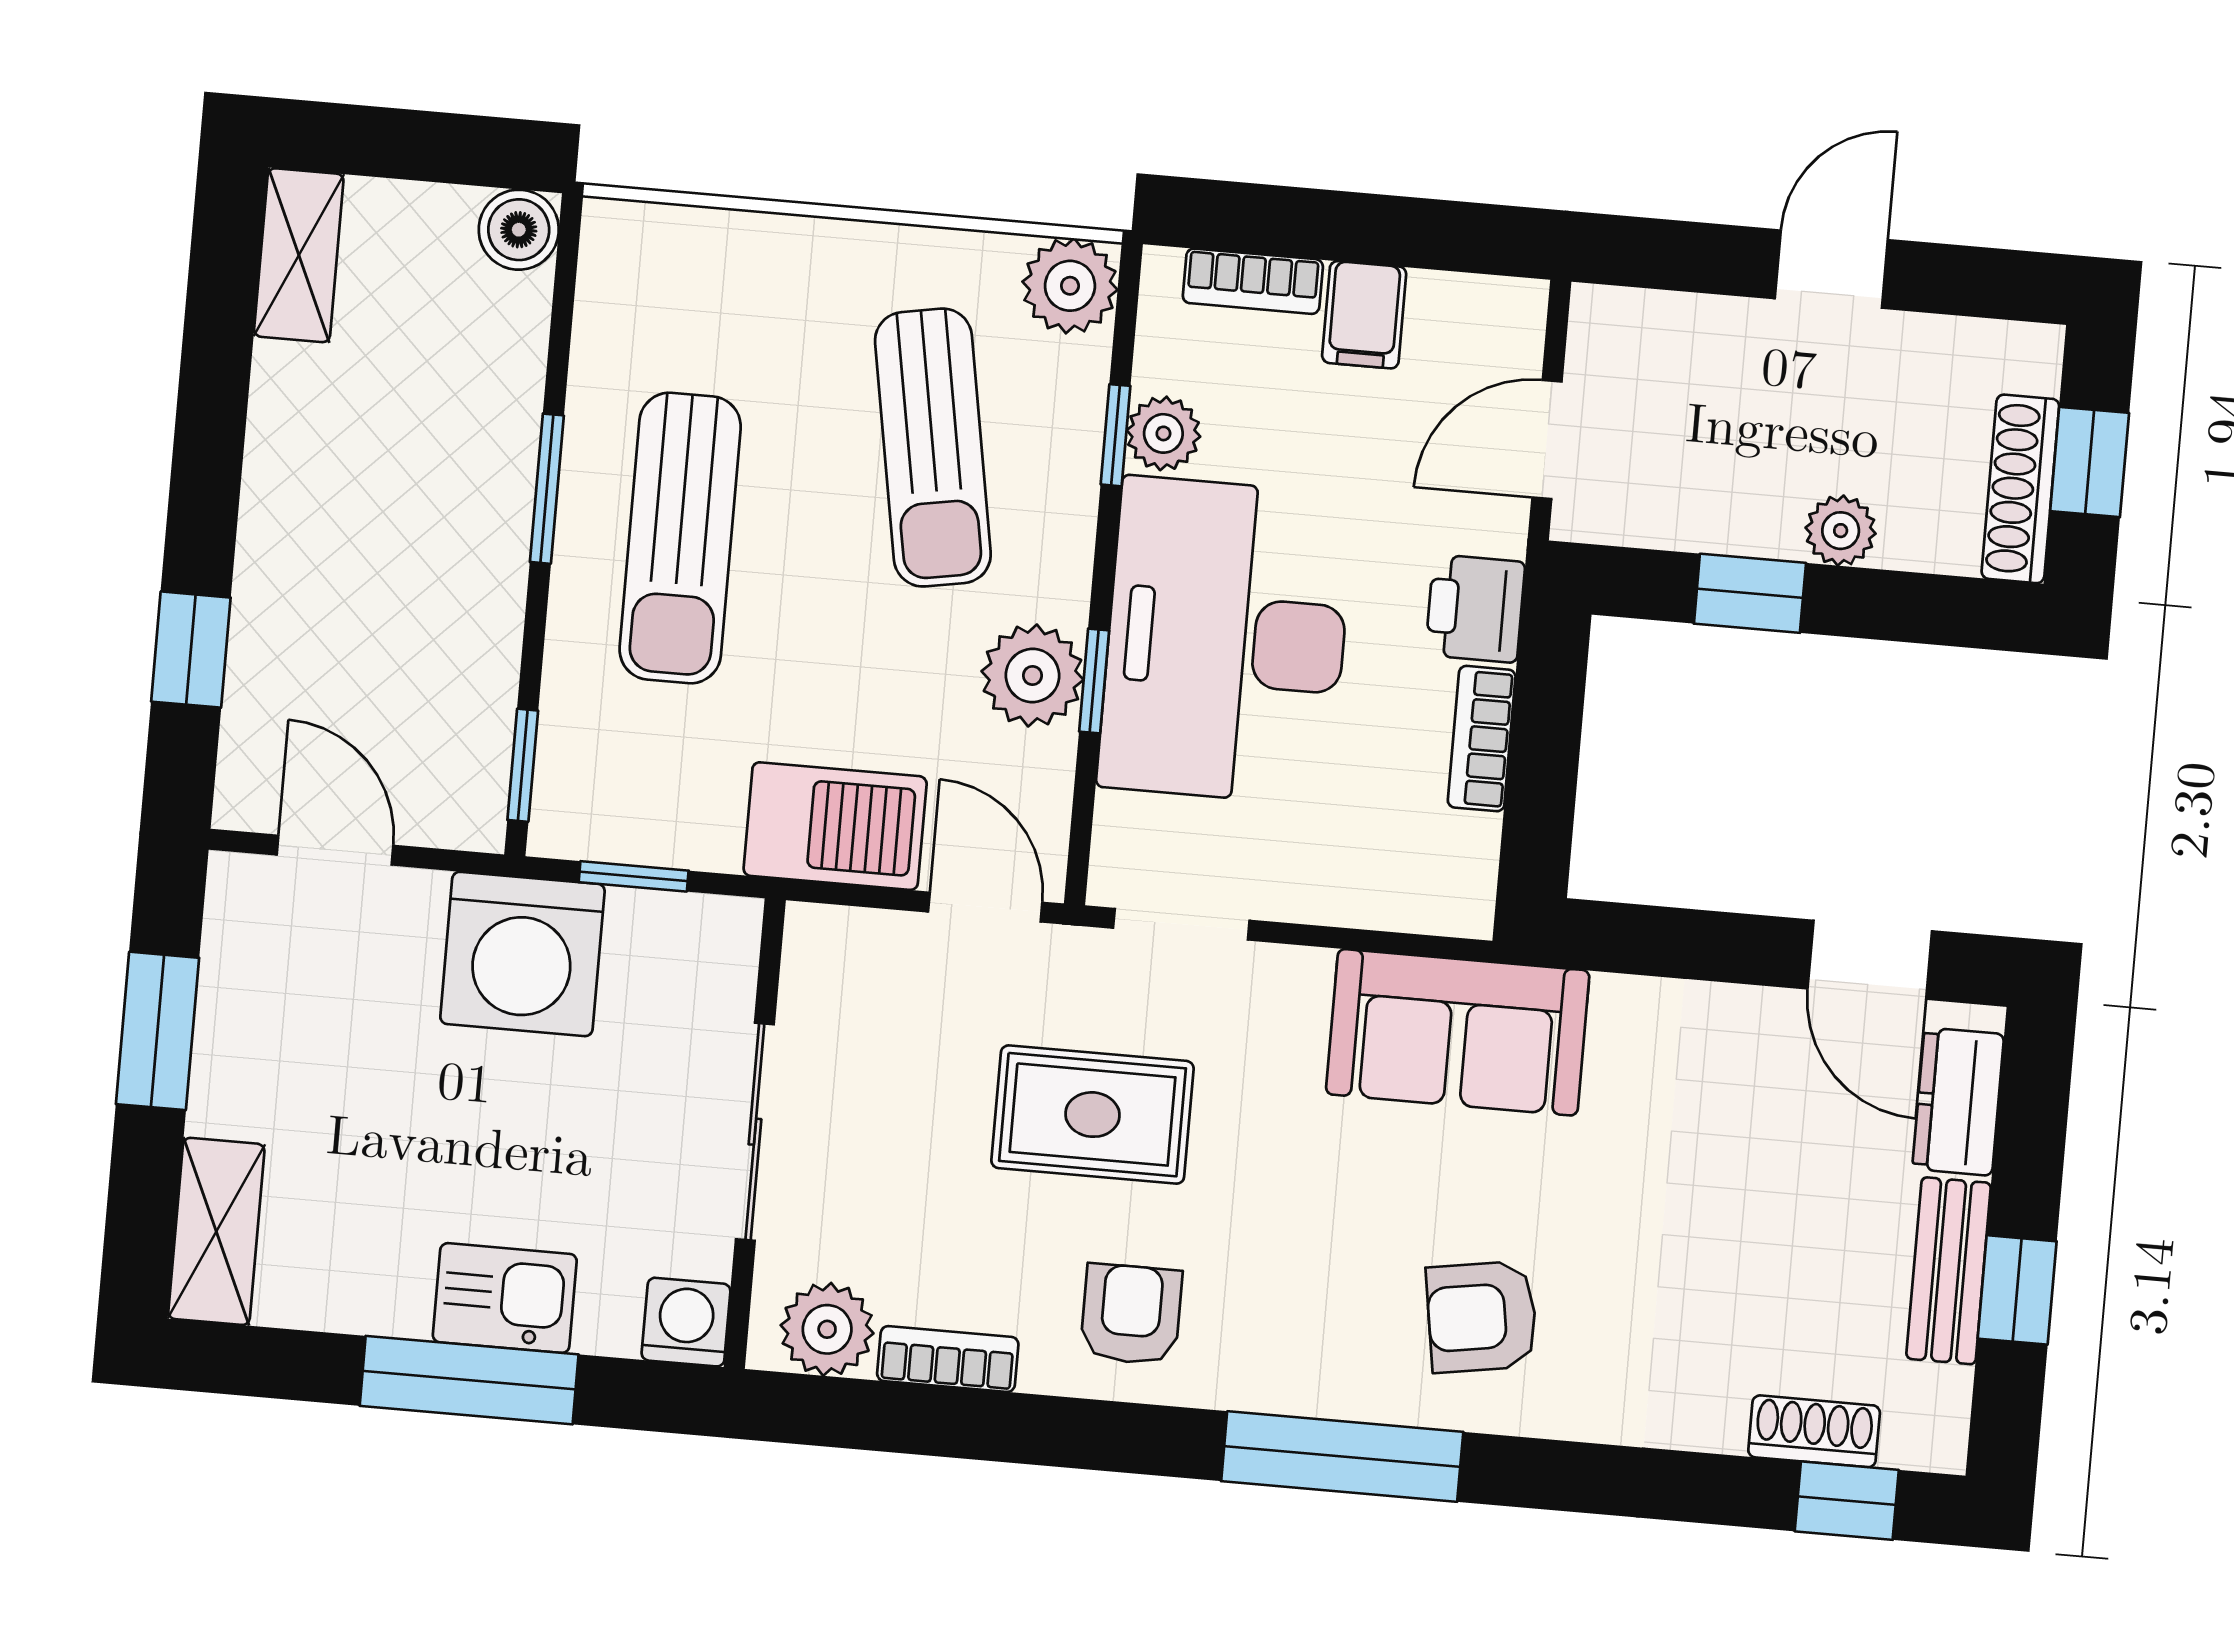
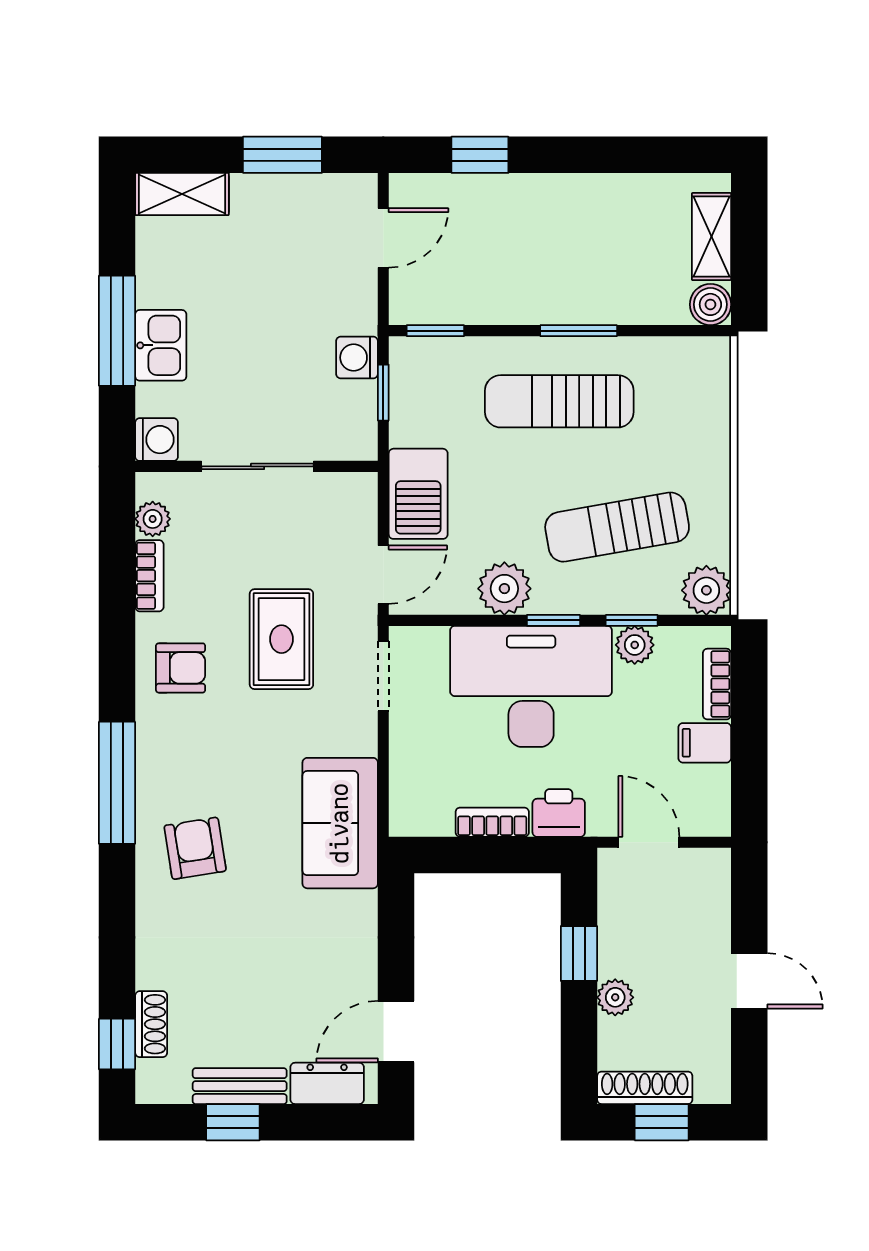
shelving: (299, 255) -> (711, 237), moved, turned 90
window: (1094, 681) -> (553, 620), moved
washing machine: (522, 954) -> (357, 358), width x0.53, depth x0.53
plant: (827, 1329) -> (153, 519), width x0.73, depth x0.73

